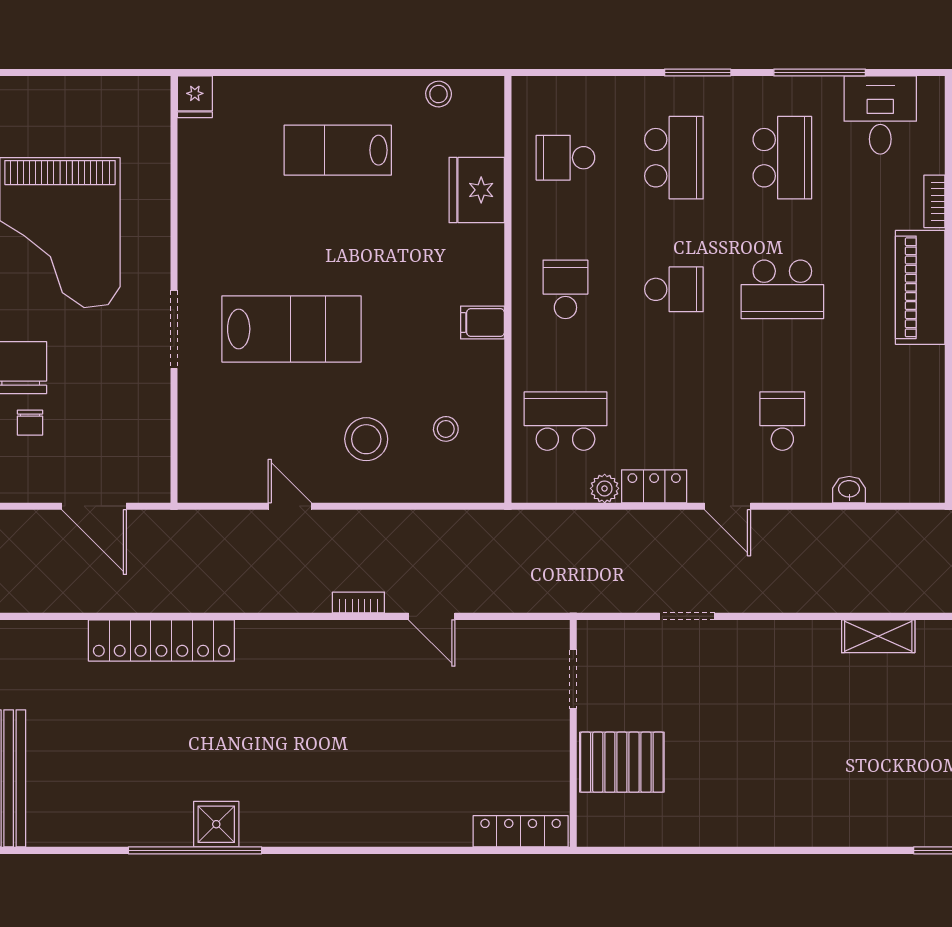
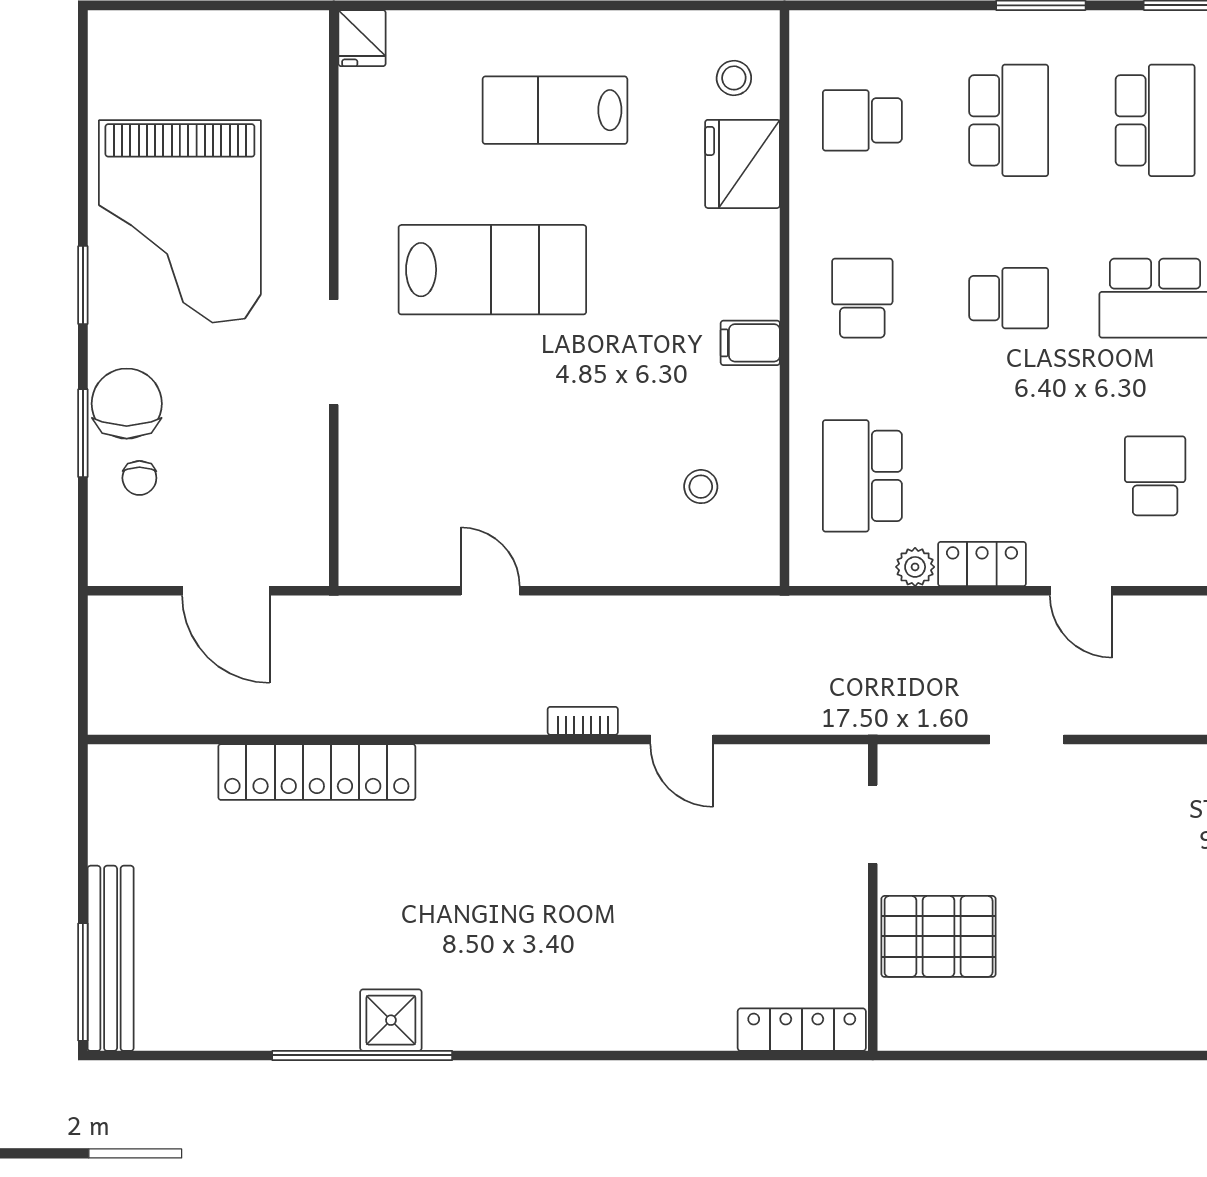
stool: (439, 94) -> (734, 78), moved
lab bench: (291, 329) -> (492, 270), moved
school desk: (565, 421) -> (862, 476), turned -90
stool: (366, 439) -> (593, 500), removed

